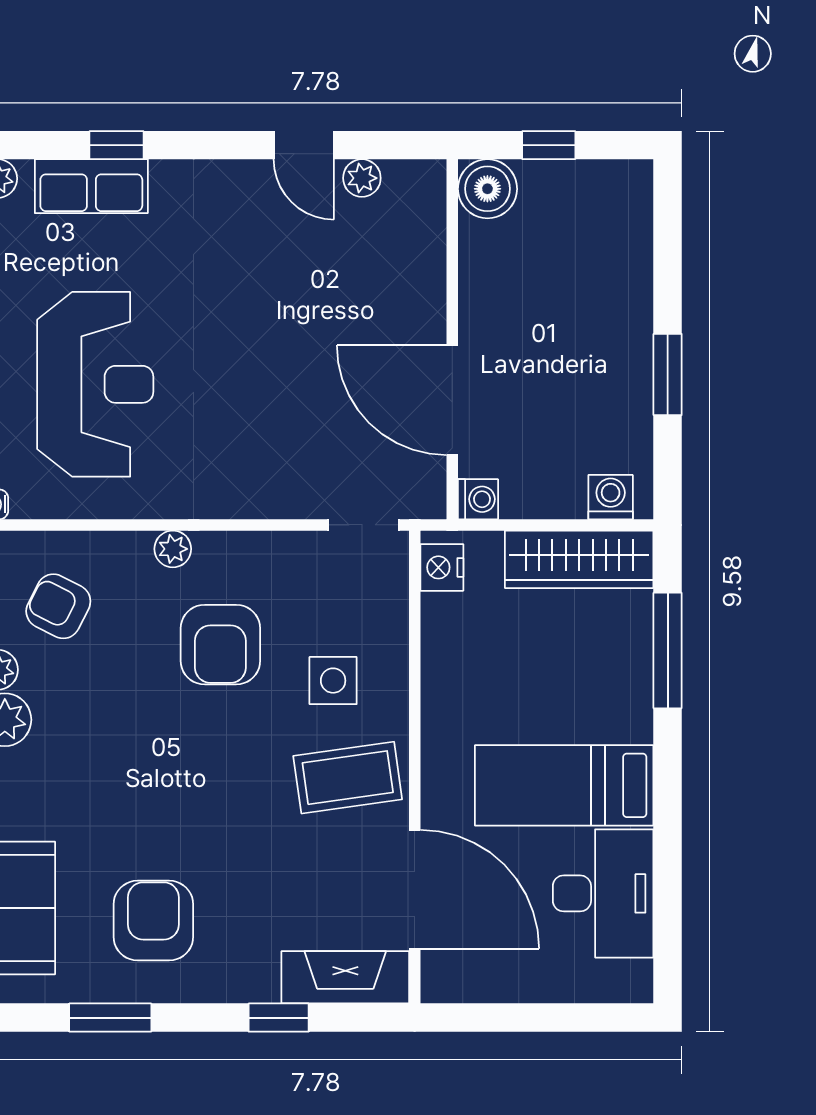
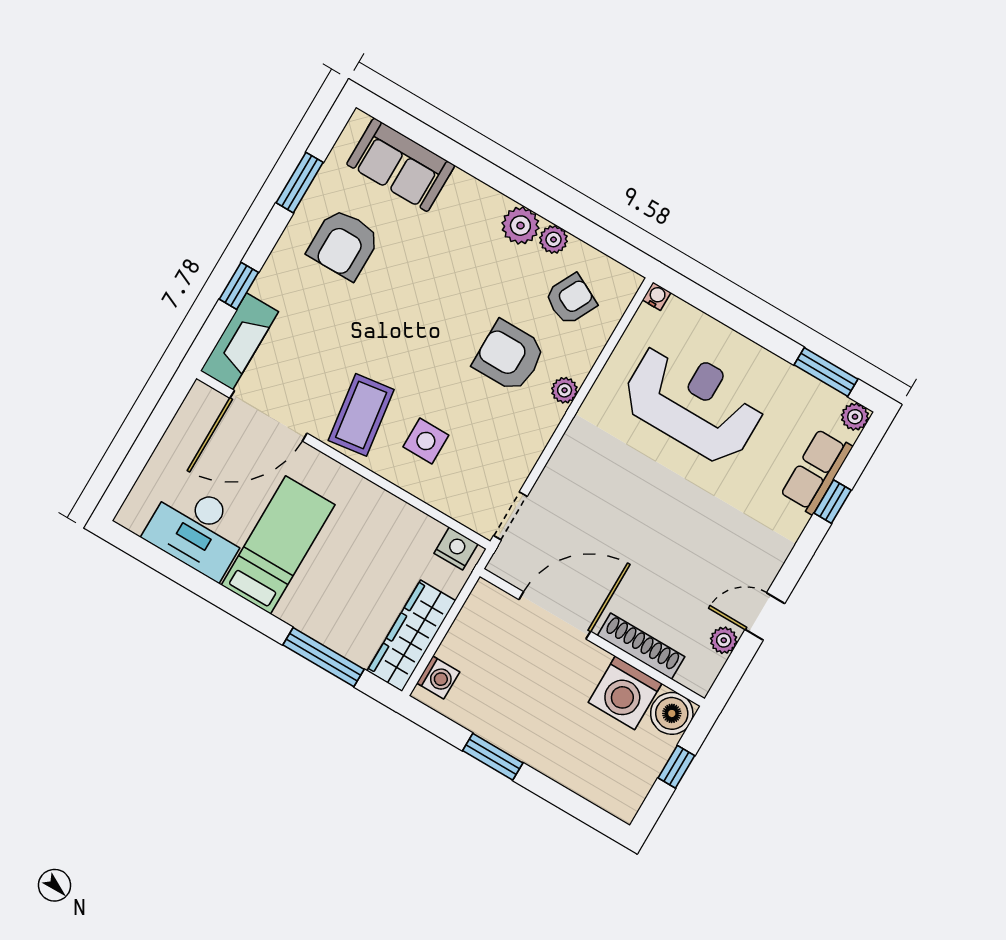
shoe rack: (428, 274) -> (641, 646), added
reception desk: (95, 384) -> (694, 402), turned 180
washing machine: (478, 499) -> (625, 693), moved, width x1.89, depth x1.89
armchair: (220, 645) -> (509, 356), moved
armchair: (153, 921) -> (344, 244), turned 90

